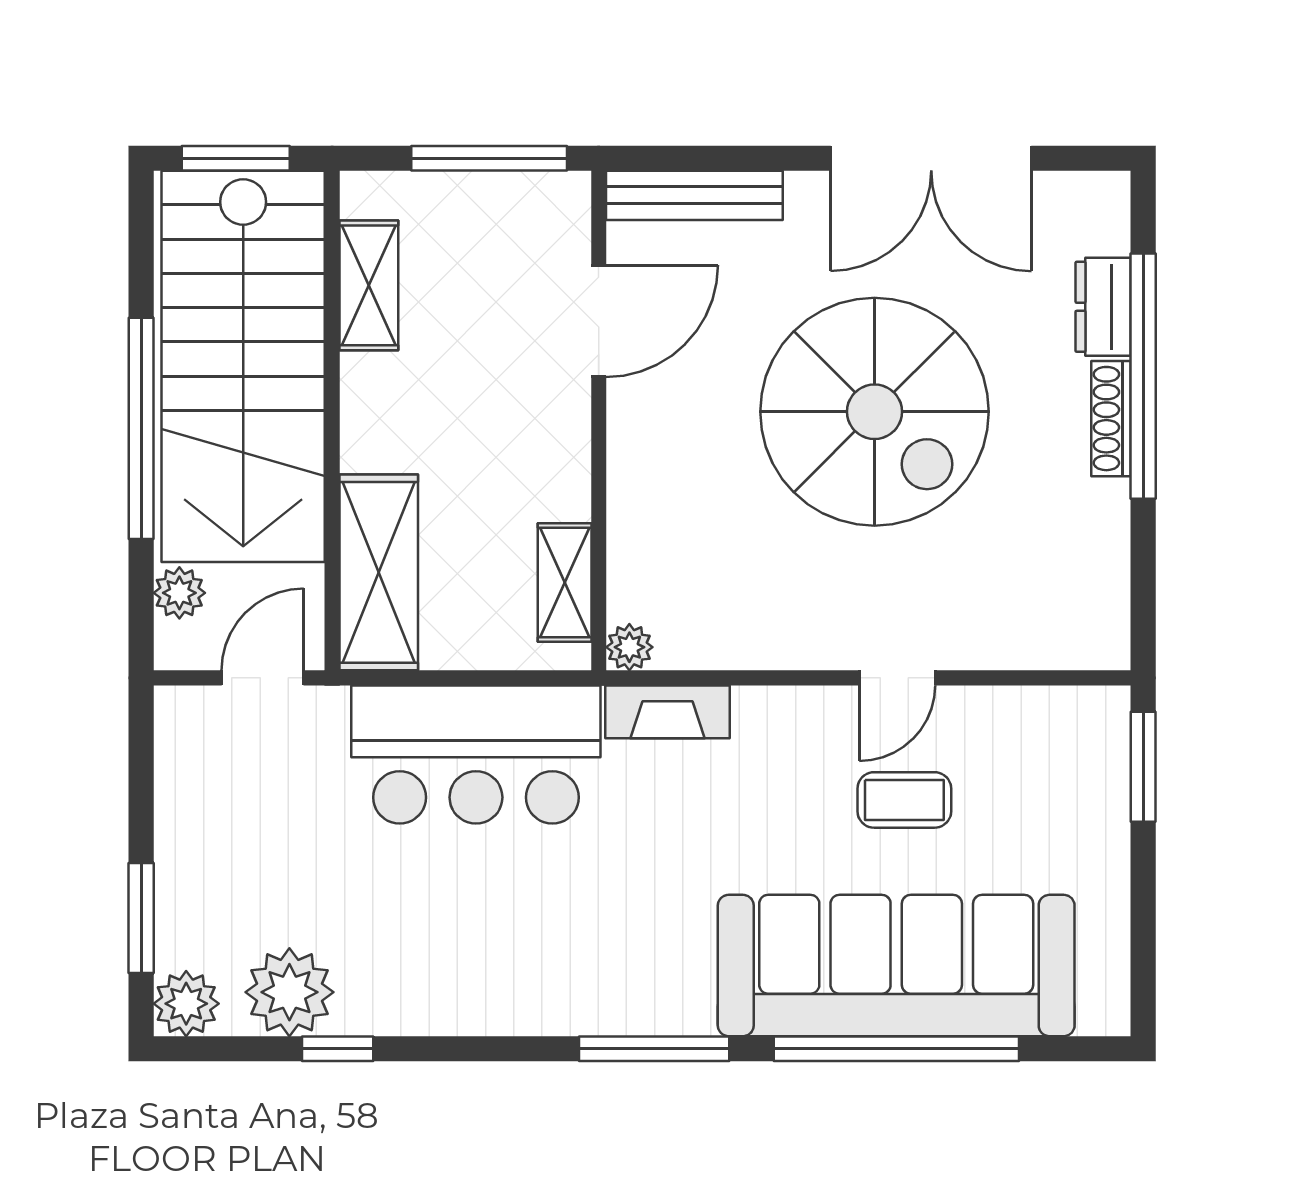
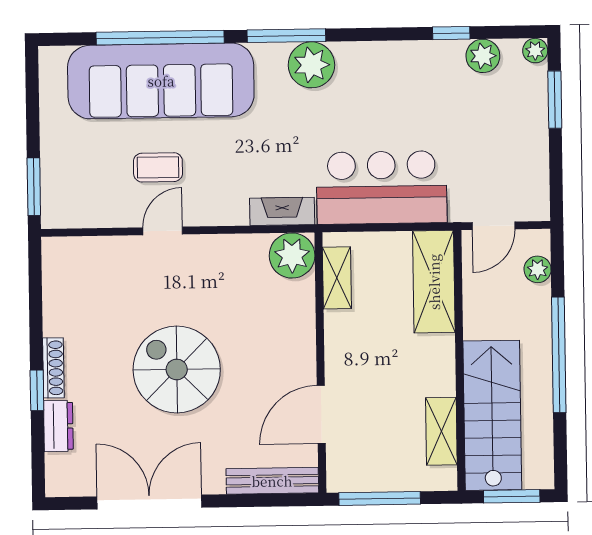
stairs: (243, 366) -> (492, 415), width x0.73, depth x0.66
window: (1143, 376) -> (37, 390), width x0.32
spiral stairs: (874, 412) -> (177, 369), width x0.73, depth x0.73
plant: (629, 647) -> (292, 256), width x1.88, depth x1.88
plant: (289, 992) -> (483, 56), width x0.73, depth x0.73
plant: (607, 992) -> (311, 65), added
plant: (186, 1004) -> (535, 51), width x0.73, depth x0.73

